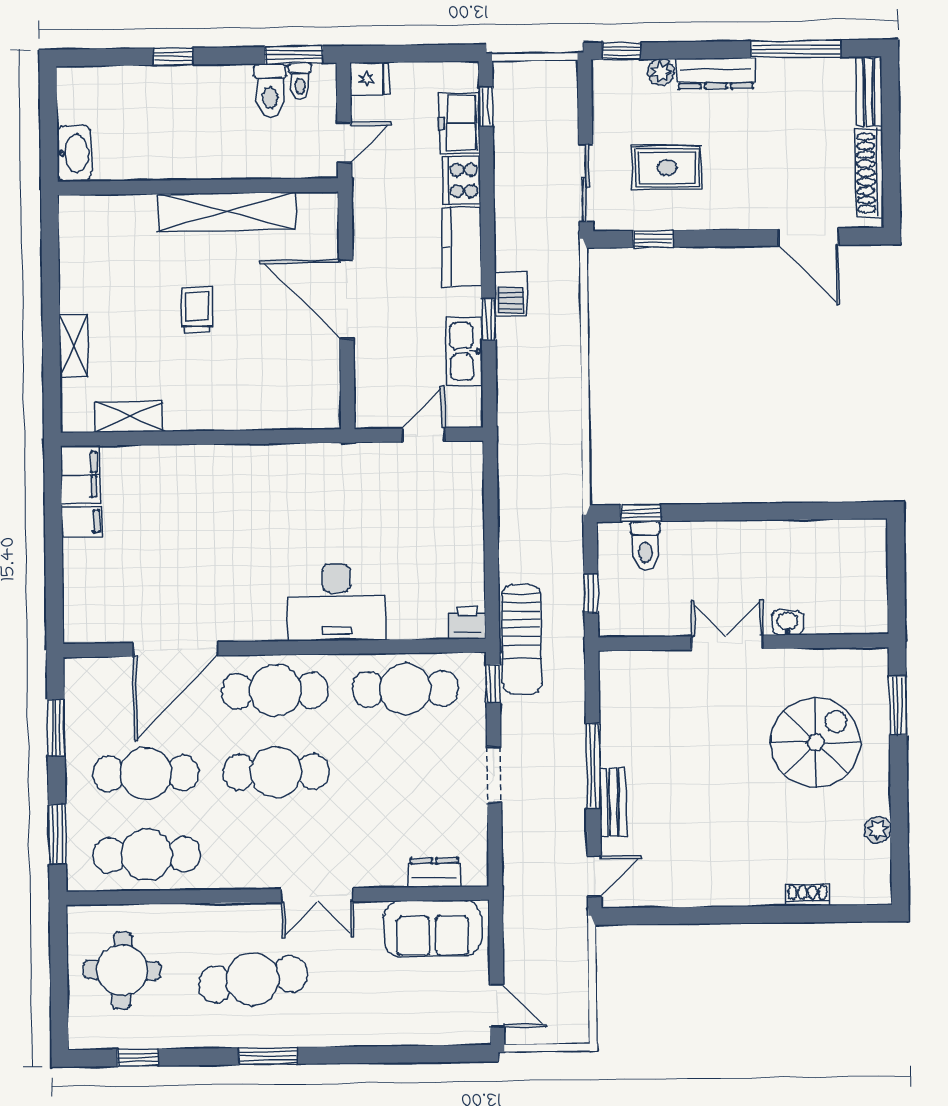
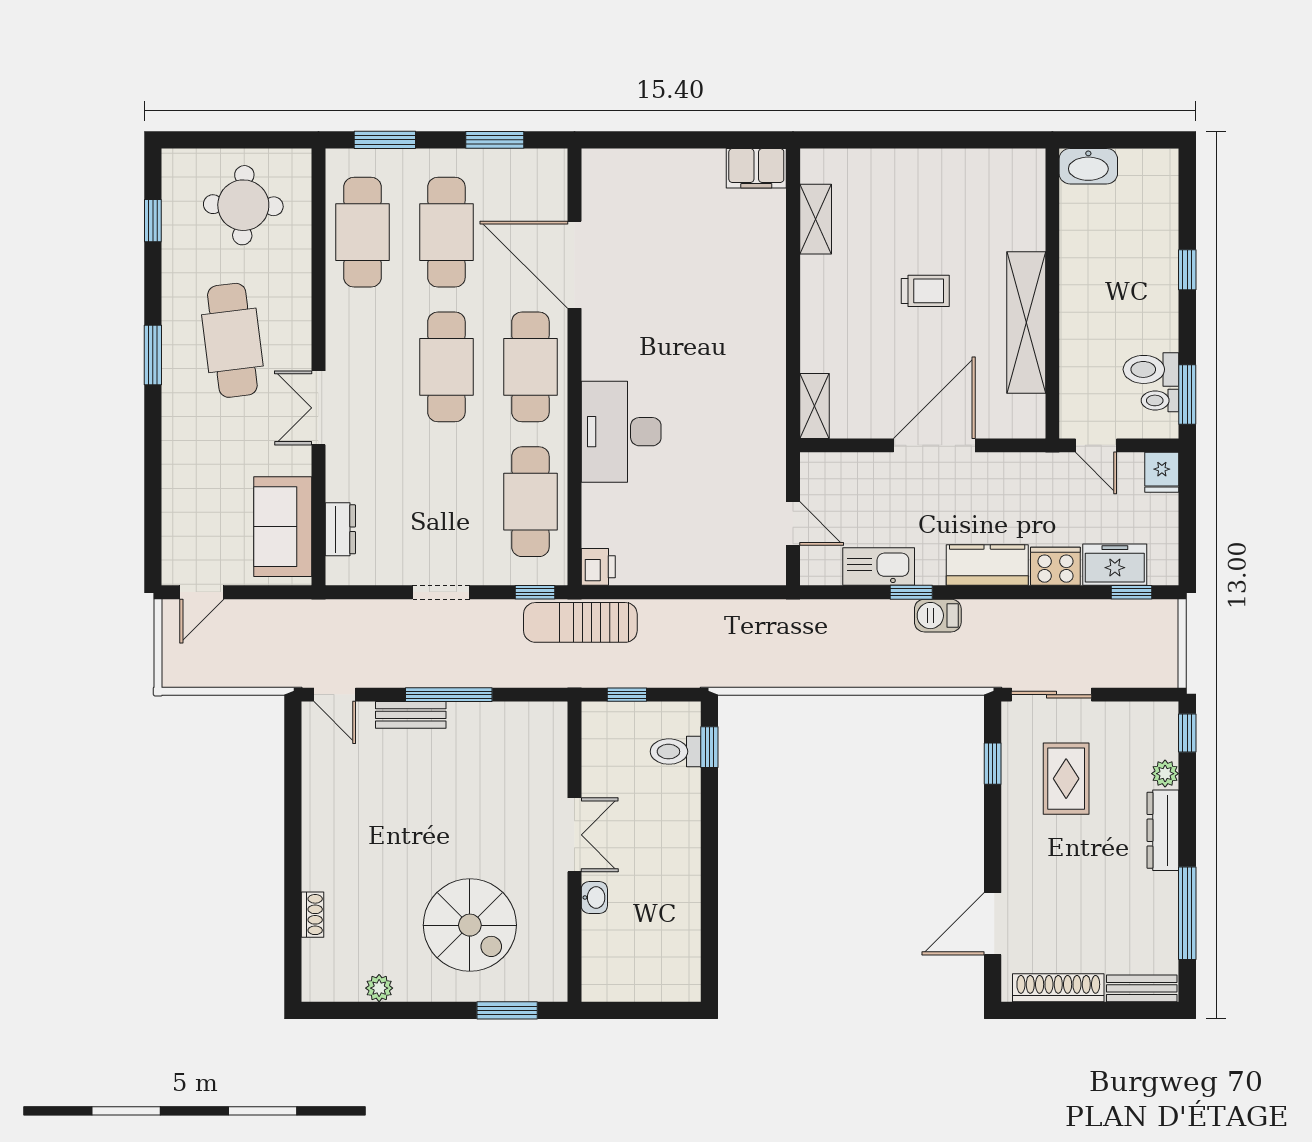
shelving: (74, 346) -> (814, 406), moved, turned 90
filing cabinet: (82, 521) -> (708, 170), removed

